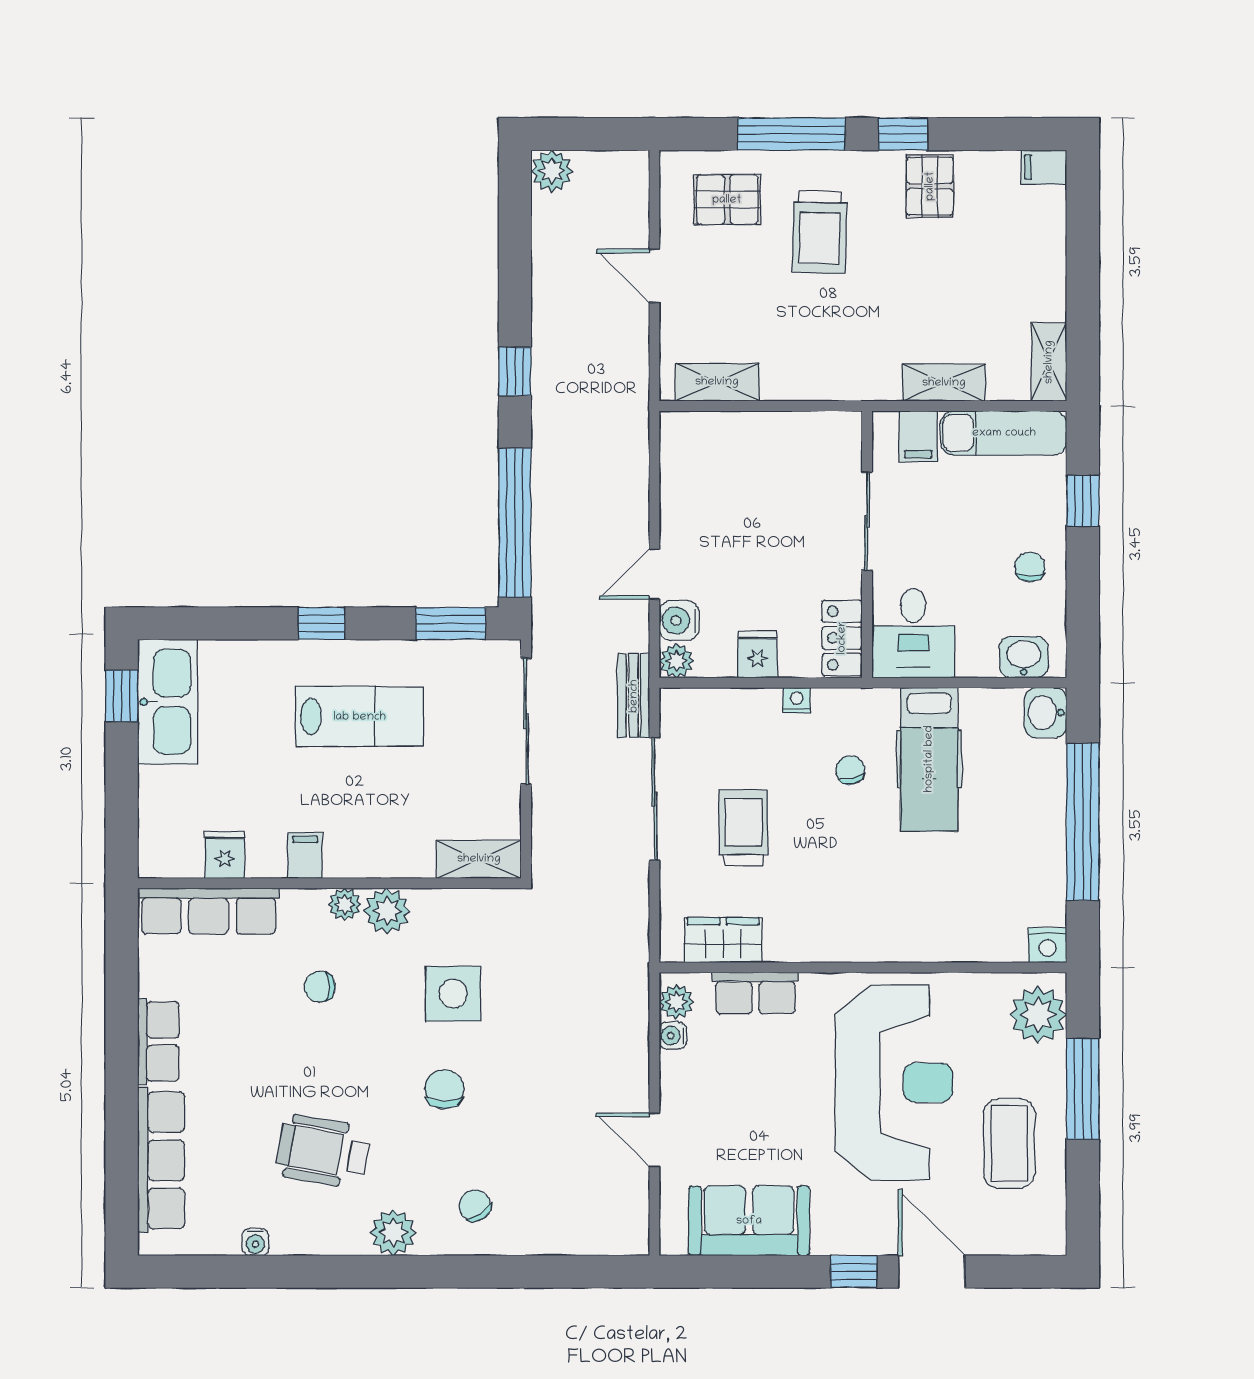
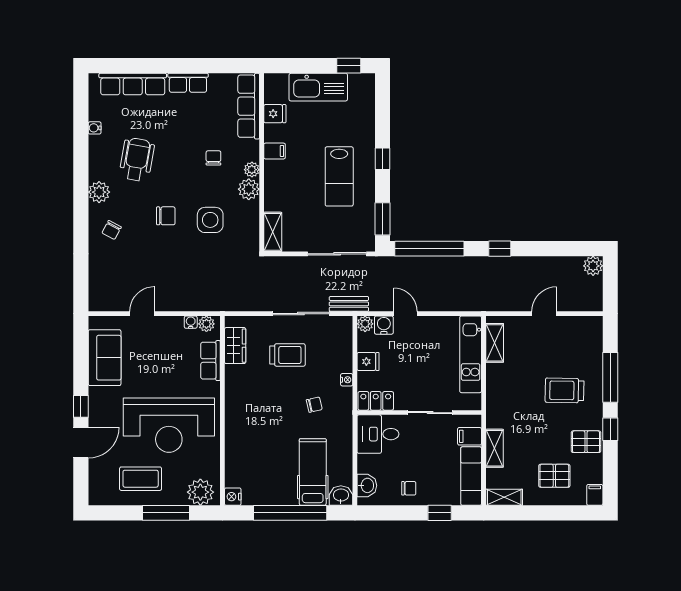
pallet: (727, 200) -> (554, 476), moved, turned 90
kitchen unit: (742, 434) -> (471, 354), added
kitchen sink: (168, 702) -> (318, 87), moved
hospital bed: (929, 759) -> (313, 472), moved, turned 90
chair: (475, 1206) -> (112, 230), turned 152

